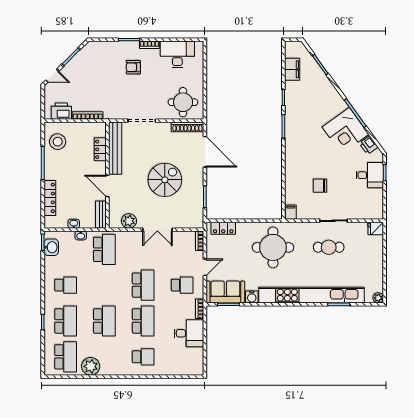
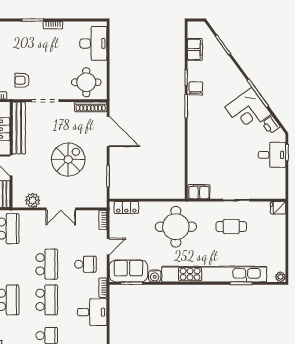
desk: (177, 54) -> (93, 43), moved, turned 90
armchair: (133, 67) -> (22, 80), moved
chair: (320, 186) -> (196, 88), moved, turned 90
filing cabinet: (291, 212) -> (199, 192), width x2.00

